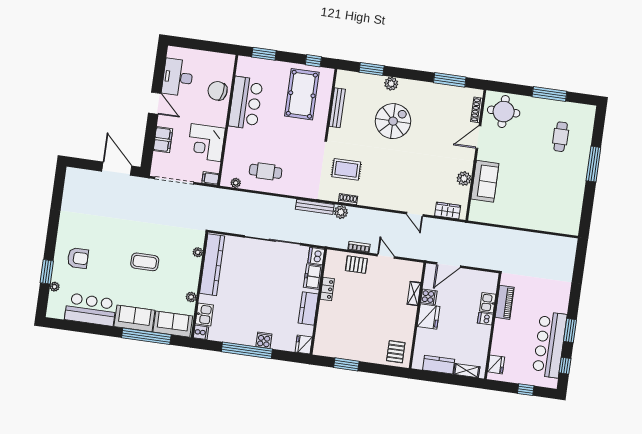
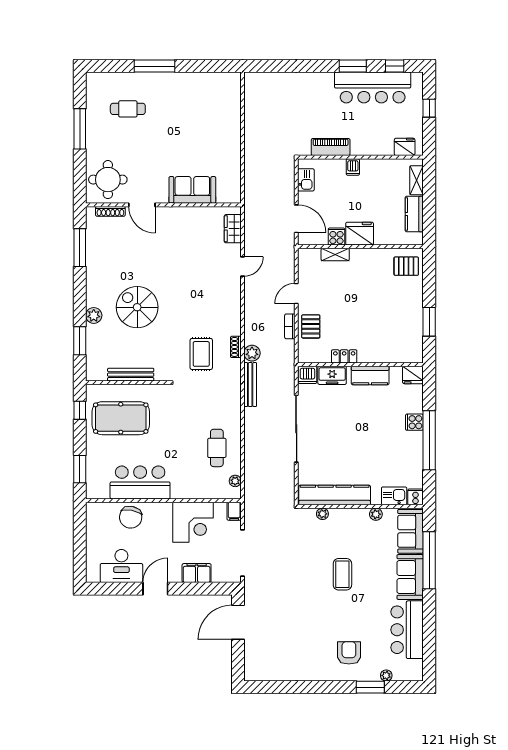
plant: (464, 179) -> (193, 215), removed
kitchen sink: (488, 303) -> (306, 180), moved, turned -90

